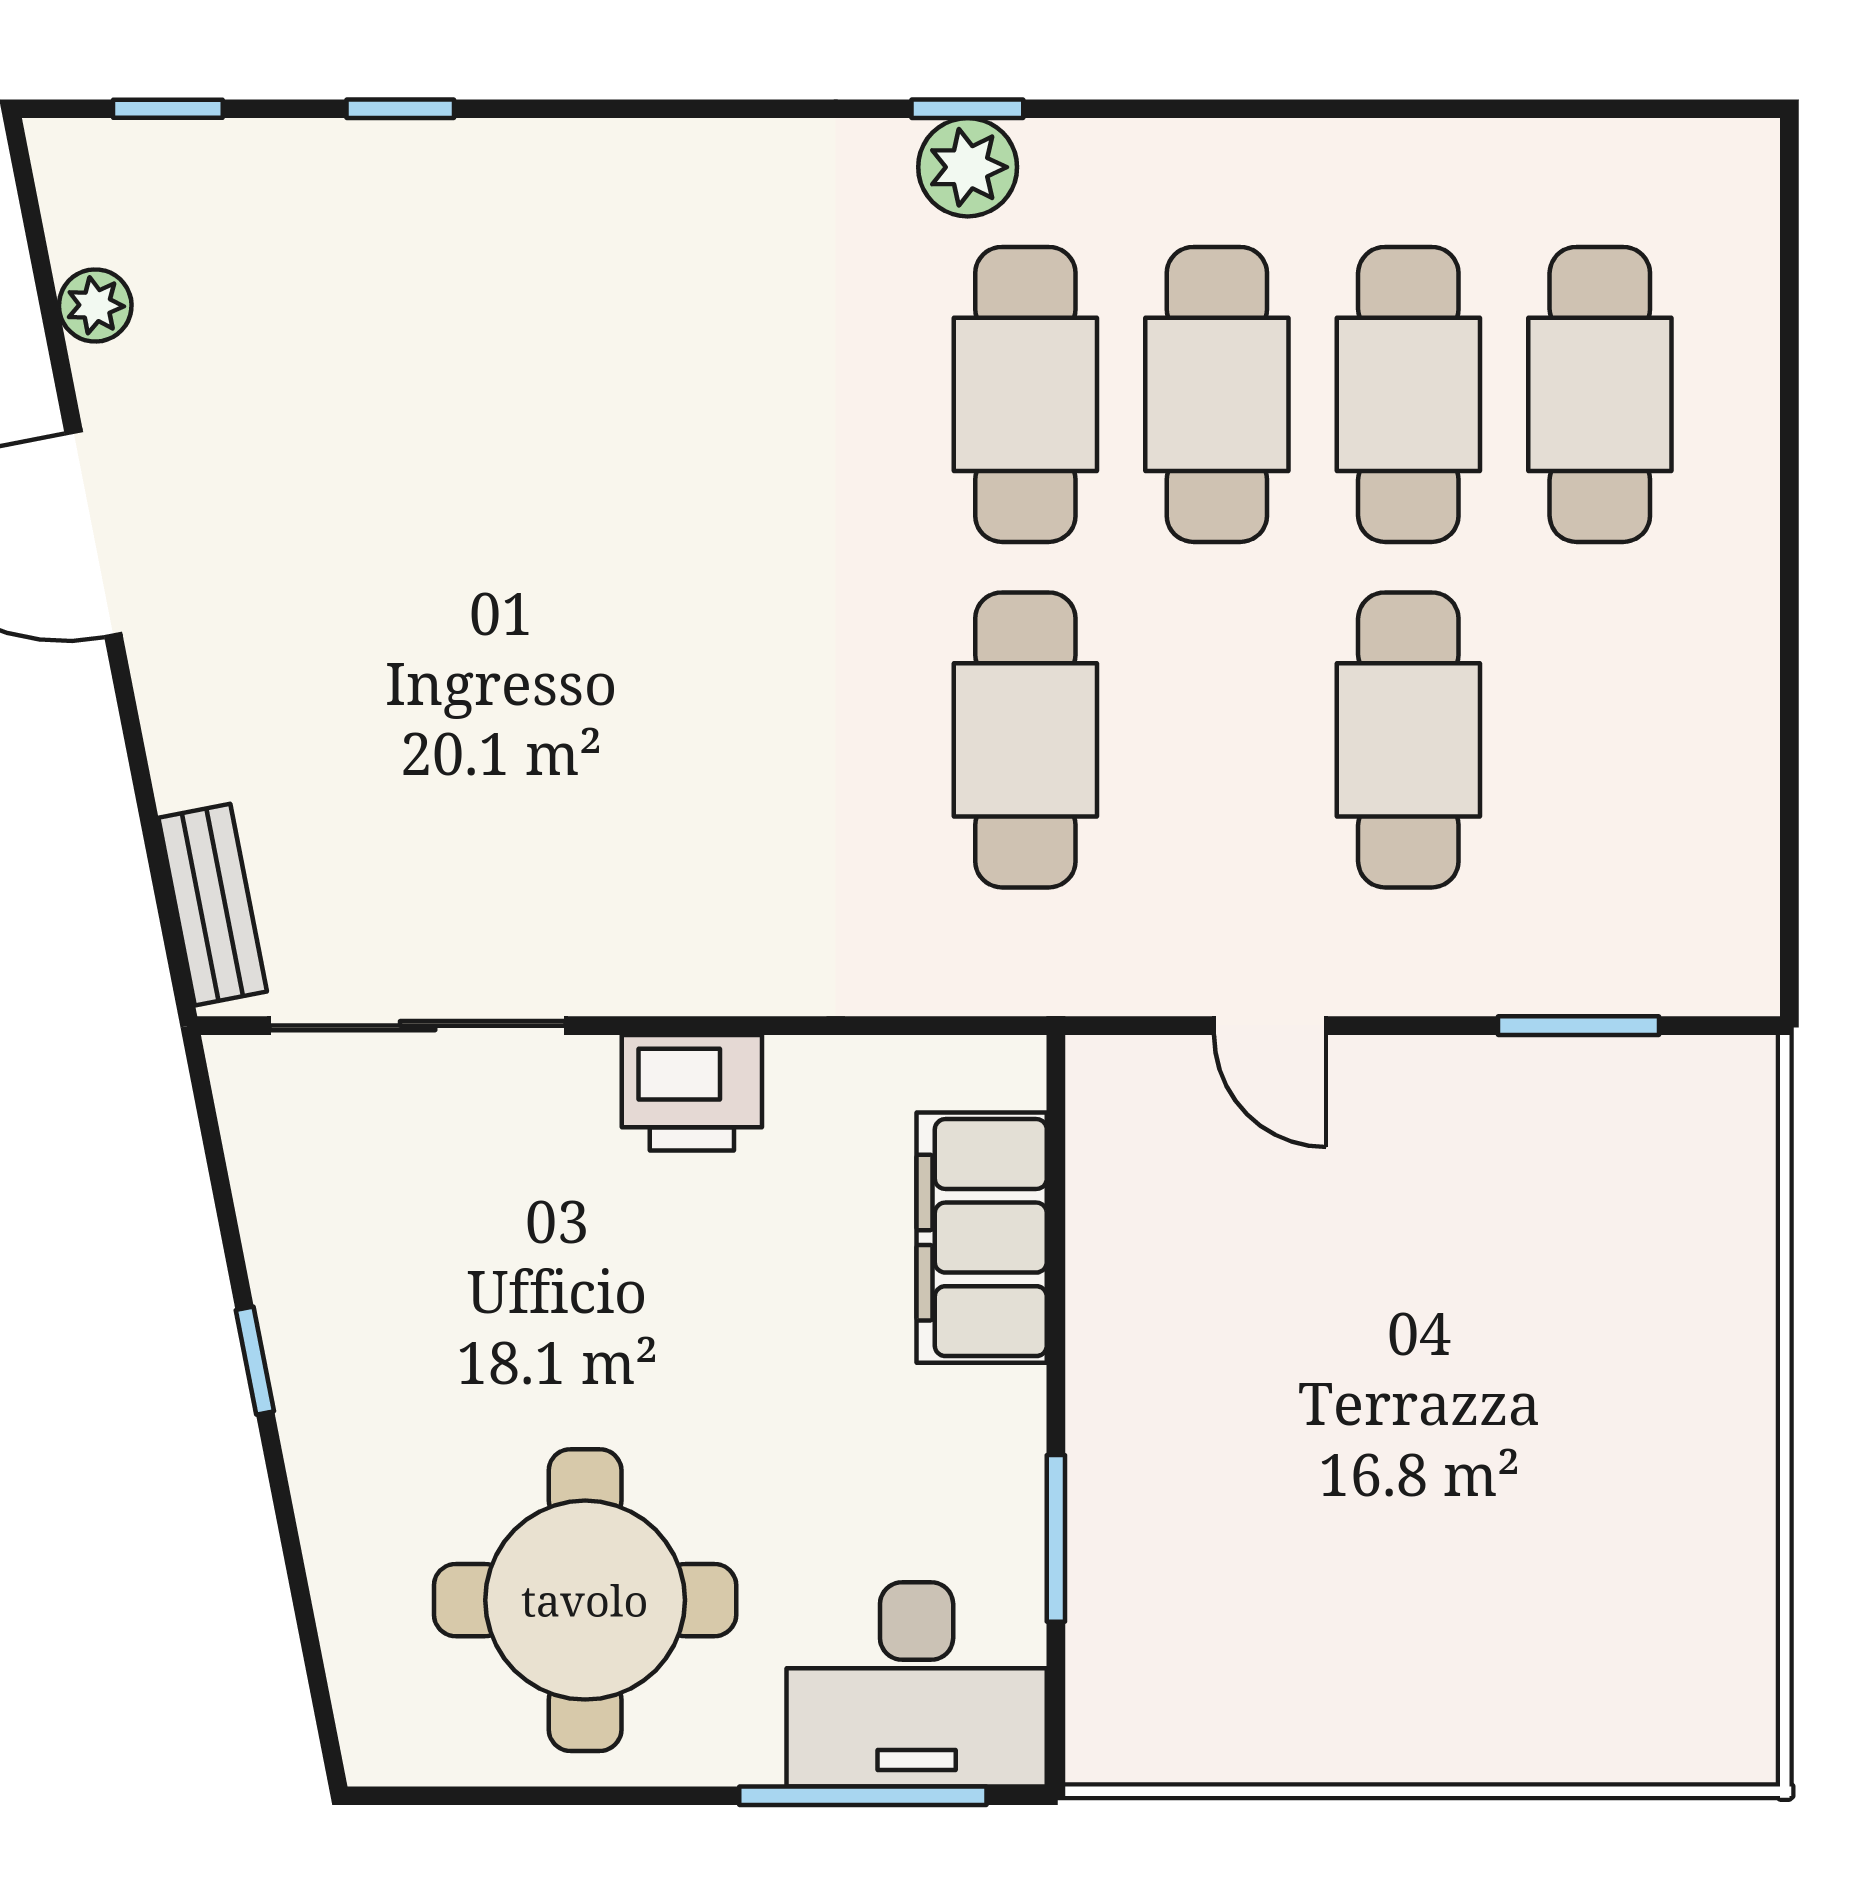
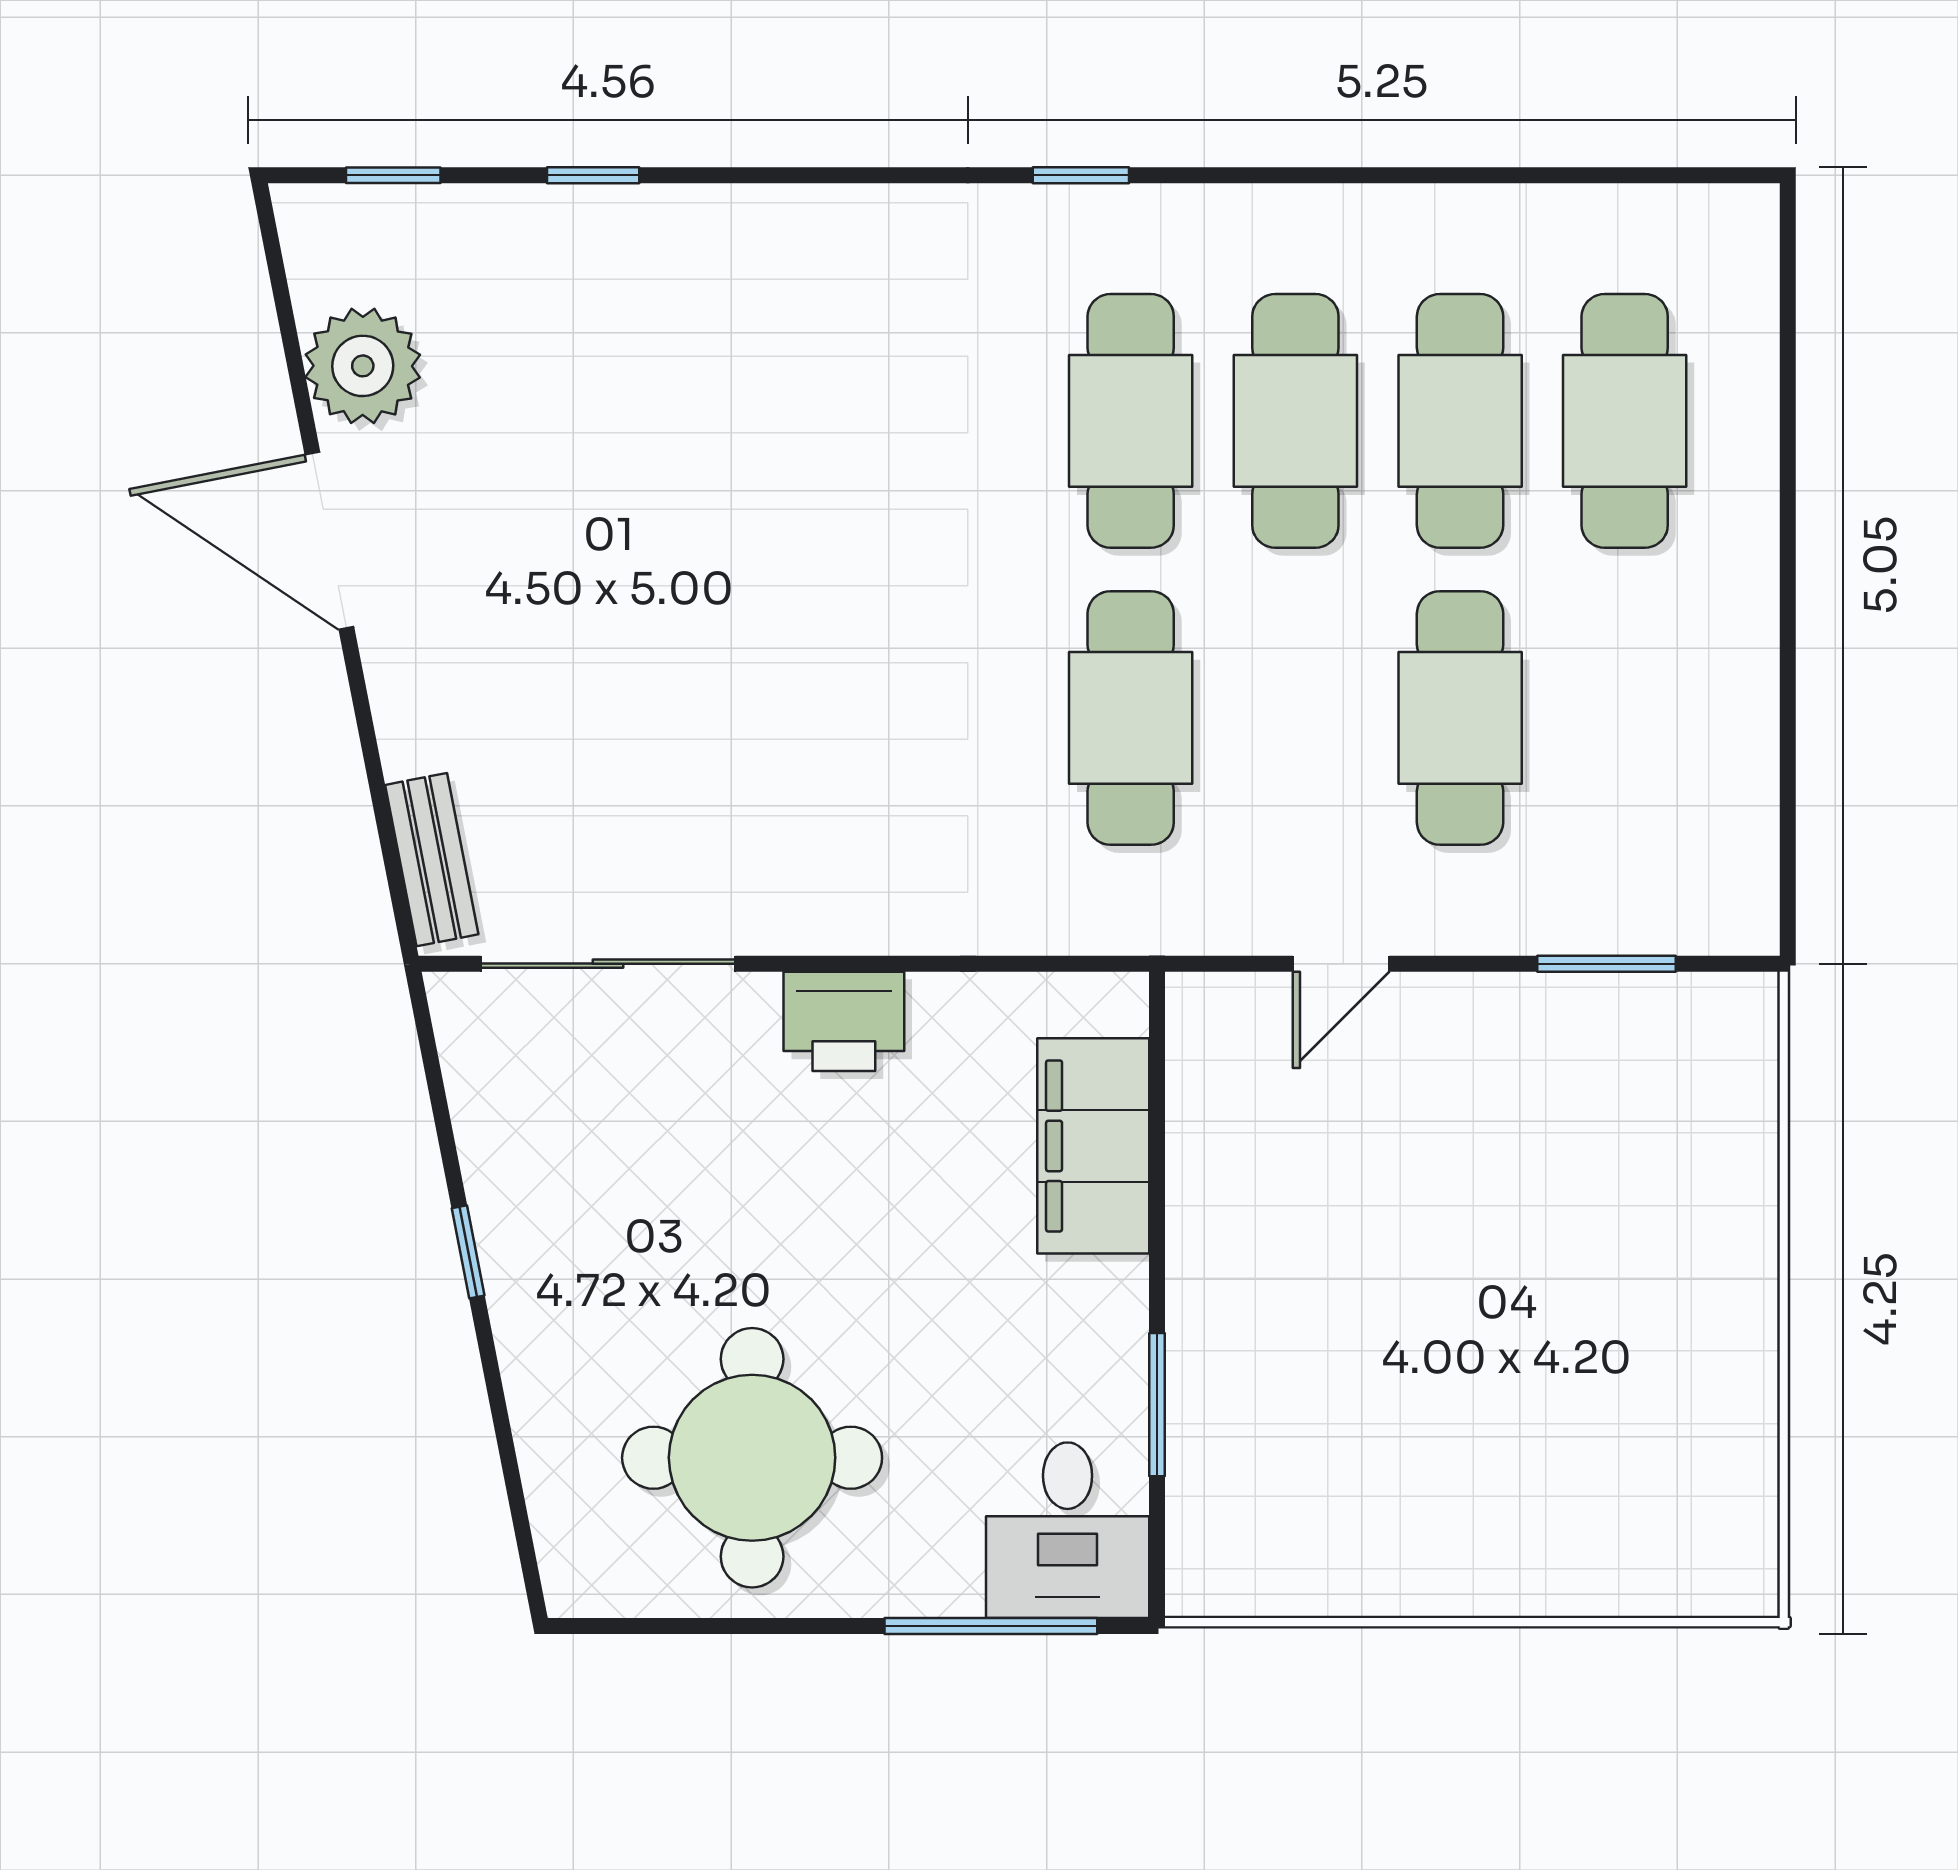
plant: (968, 167) -> (1081, 226), removed
plant: (95, 305) -> (363, 366), width x1.87, depth x1.87
door: (1270, 1026) -> (1341, 964), hinge flipped
desk: (917, 1684) -> (1068, 1530), width x0.73

